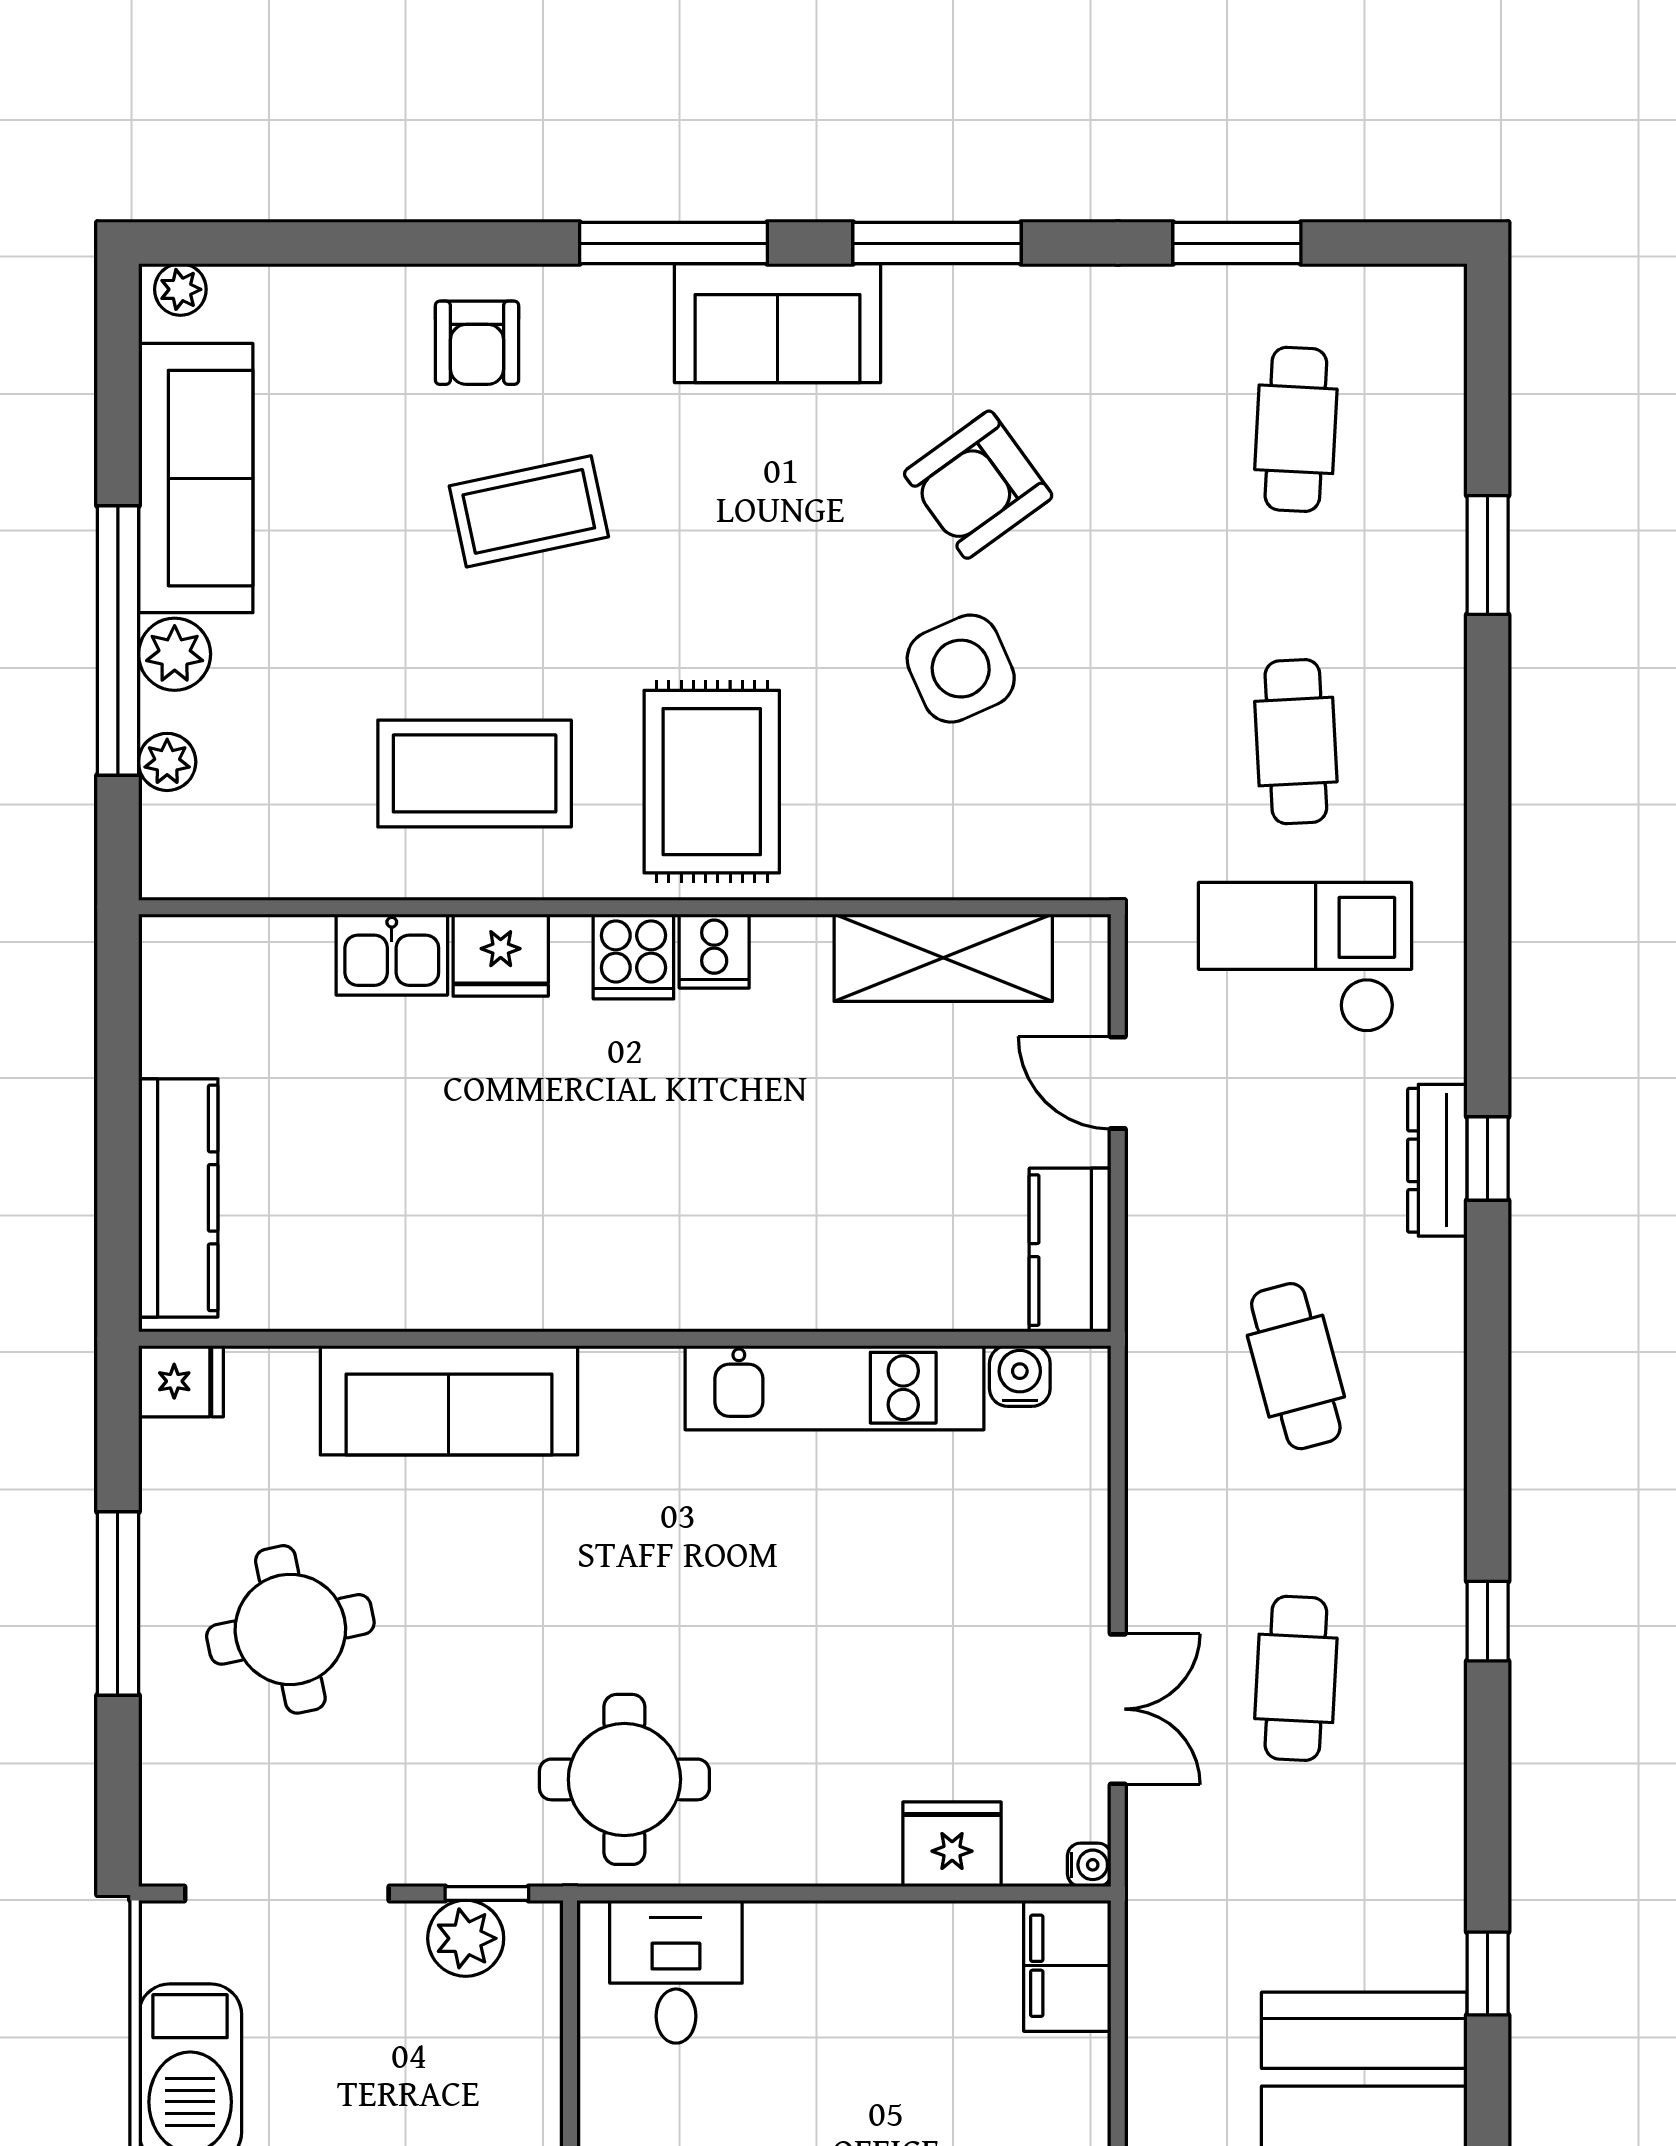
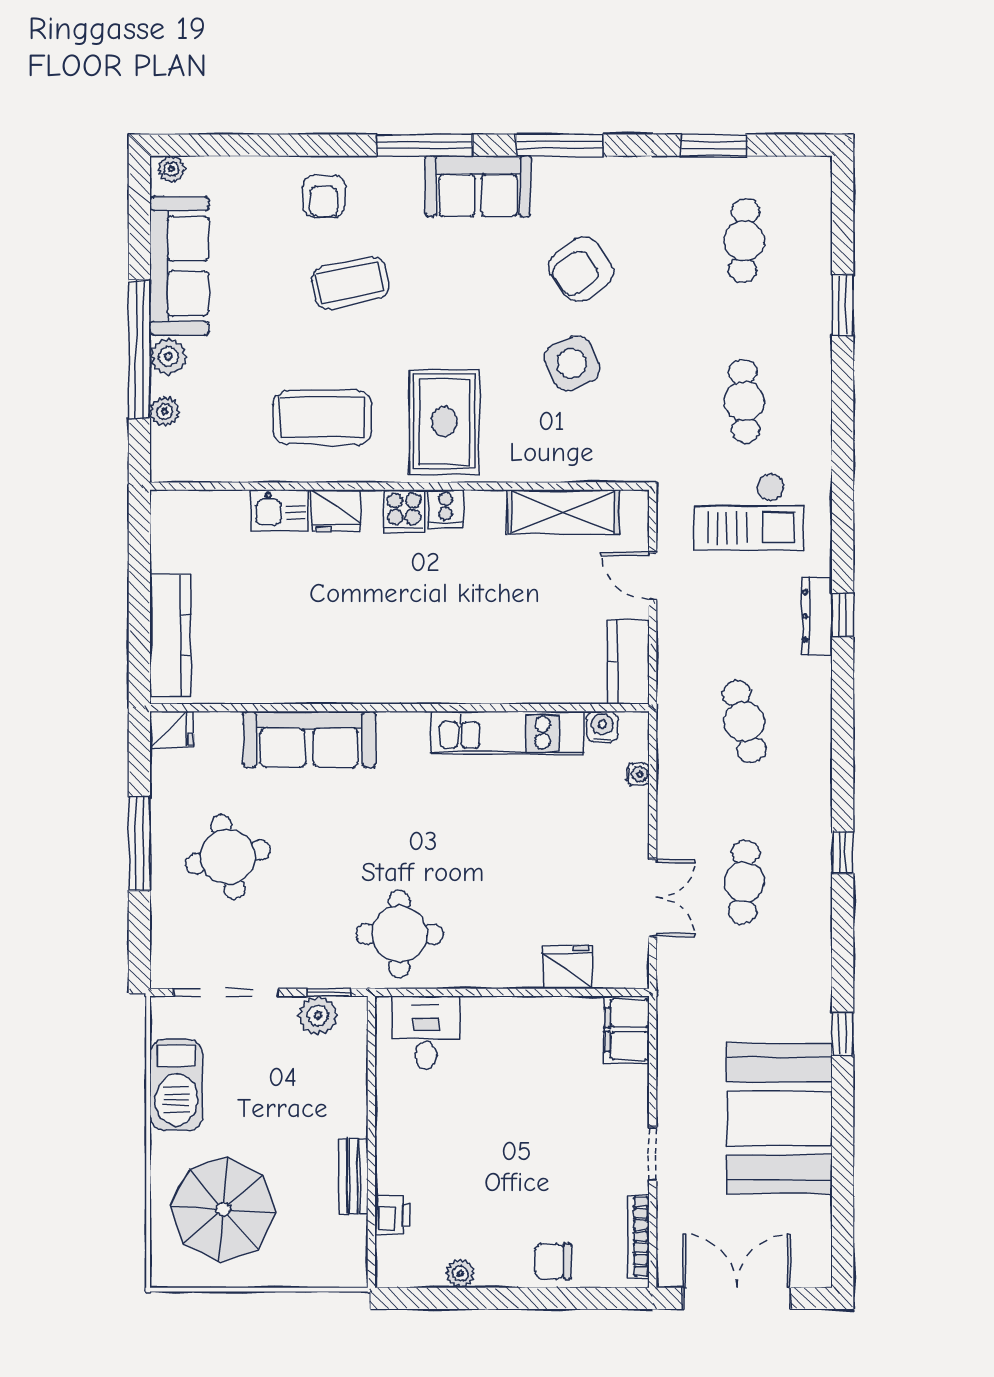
checkout: (1305, 957) -> (749, 512), turned 180
water cooler: (1089, 1865) -> (638, 774), moved

